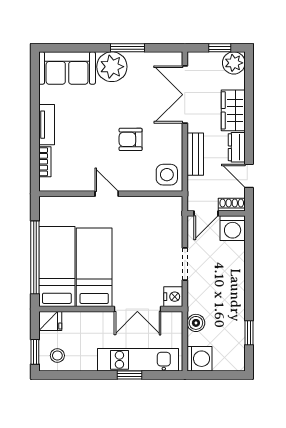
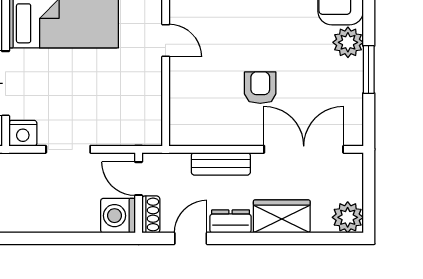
window: (220, 48) -> (369, 198), removed
plant: (112, 67) -> (348, 42), width x0.73, depth x0.73
armchair: (131, 139) -> (260, 88), moved
side table: (167, 175) -> (192, 124), removed
door: (107, 194) -> (166, 41), hinge flipped

